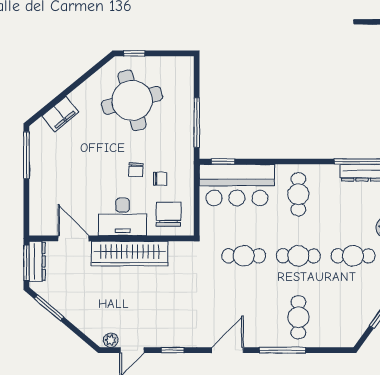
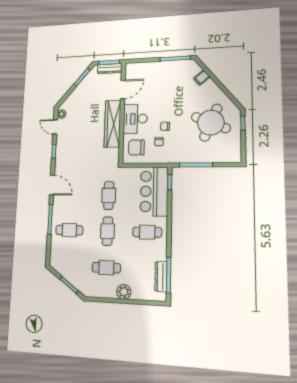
round table: (132, 100) -> (211, 123), turned 38
filing cabinet: (60, 114) -> (202, 78), width x0.50
chair: (169, 214) -> (136, 147), turned 180
cafe table: (353, 256) -> (106, 268), turned 90

